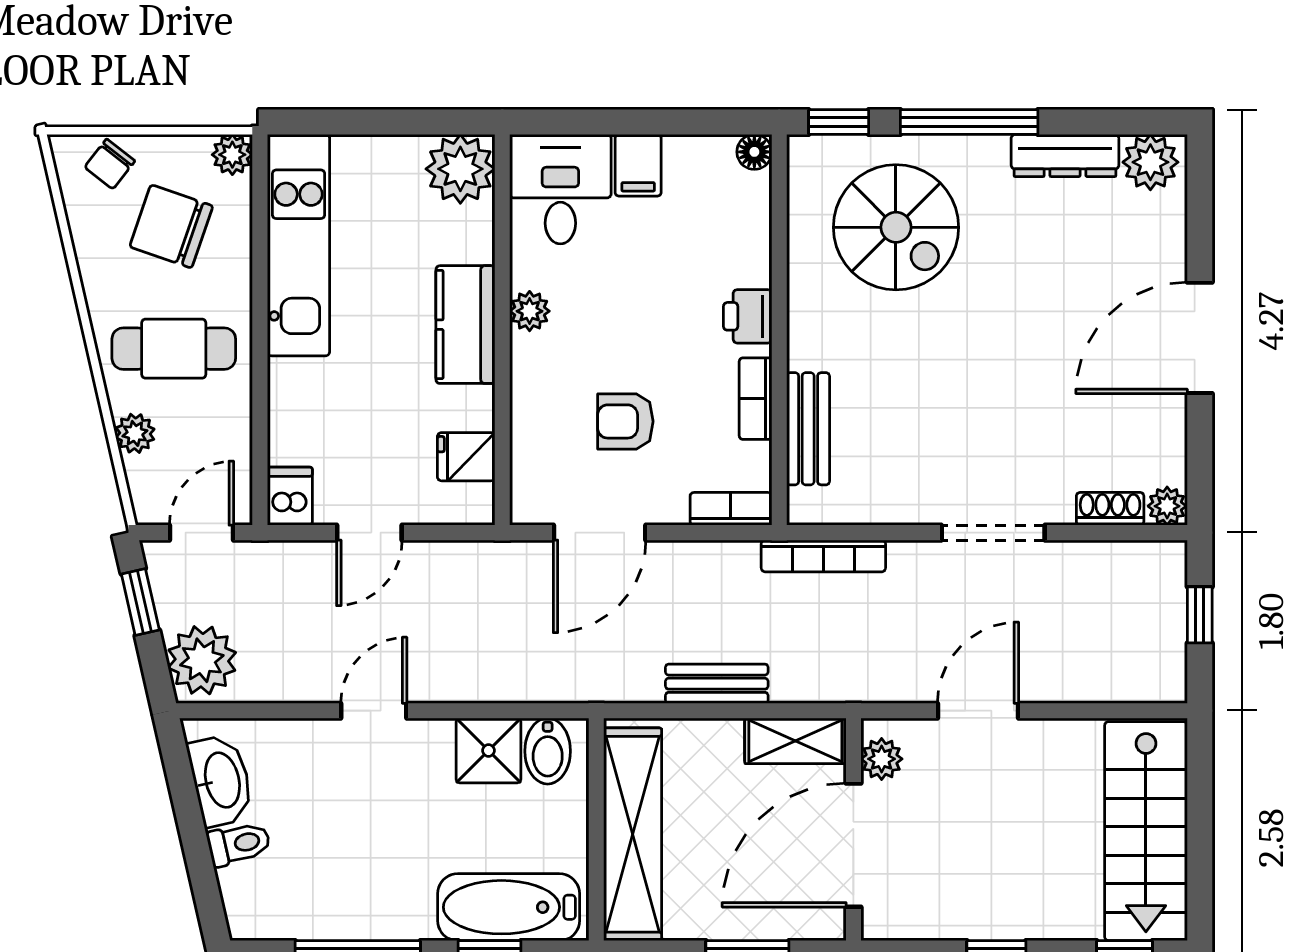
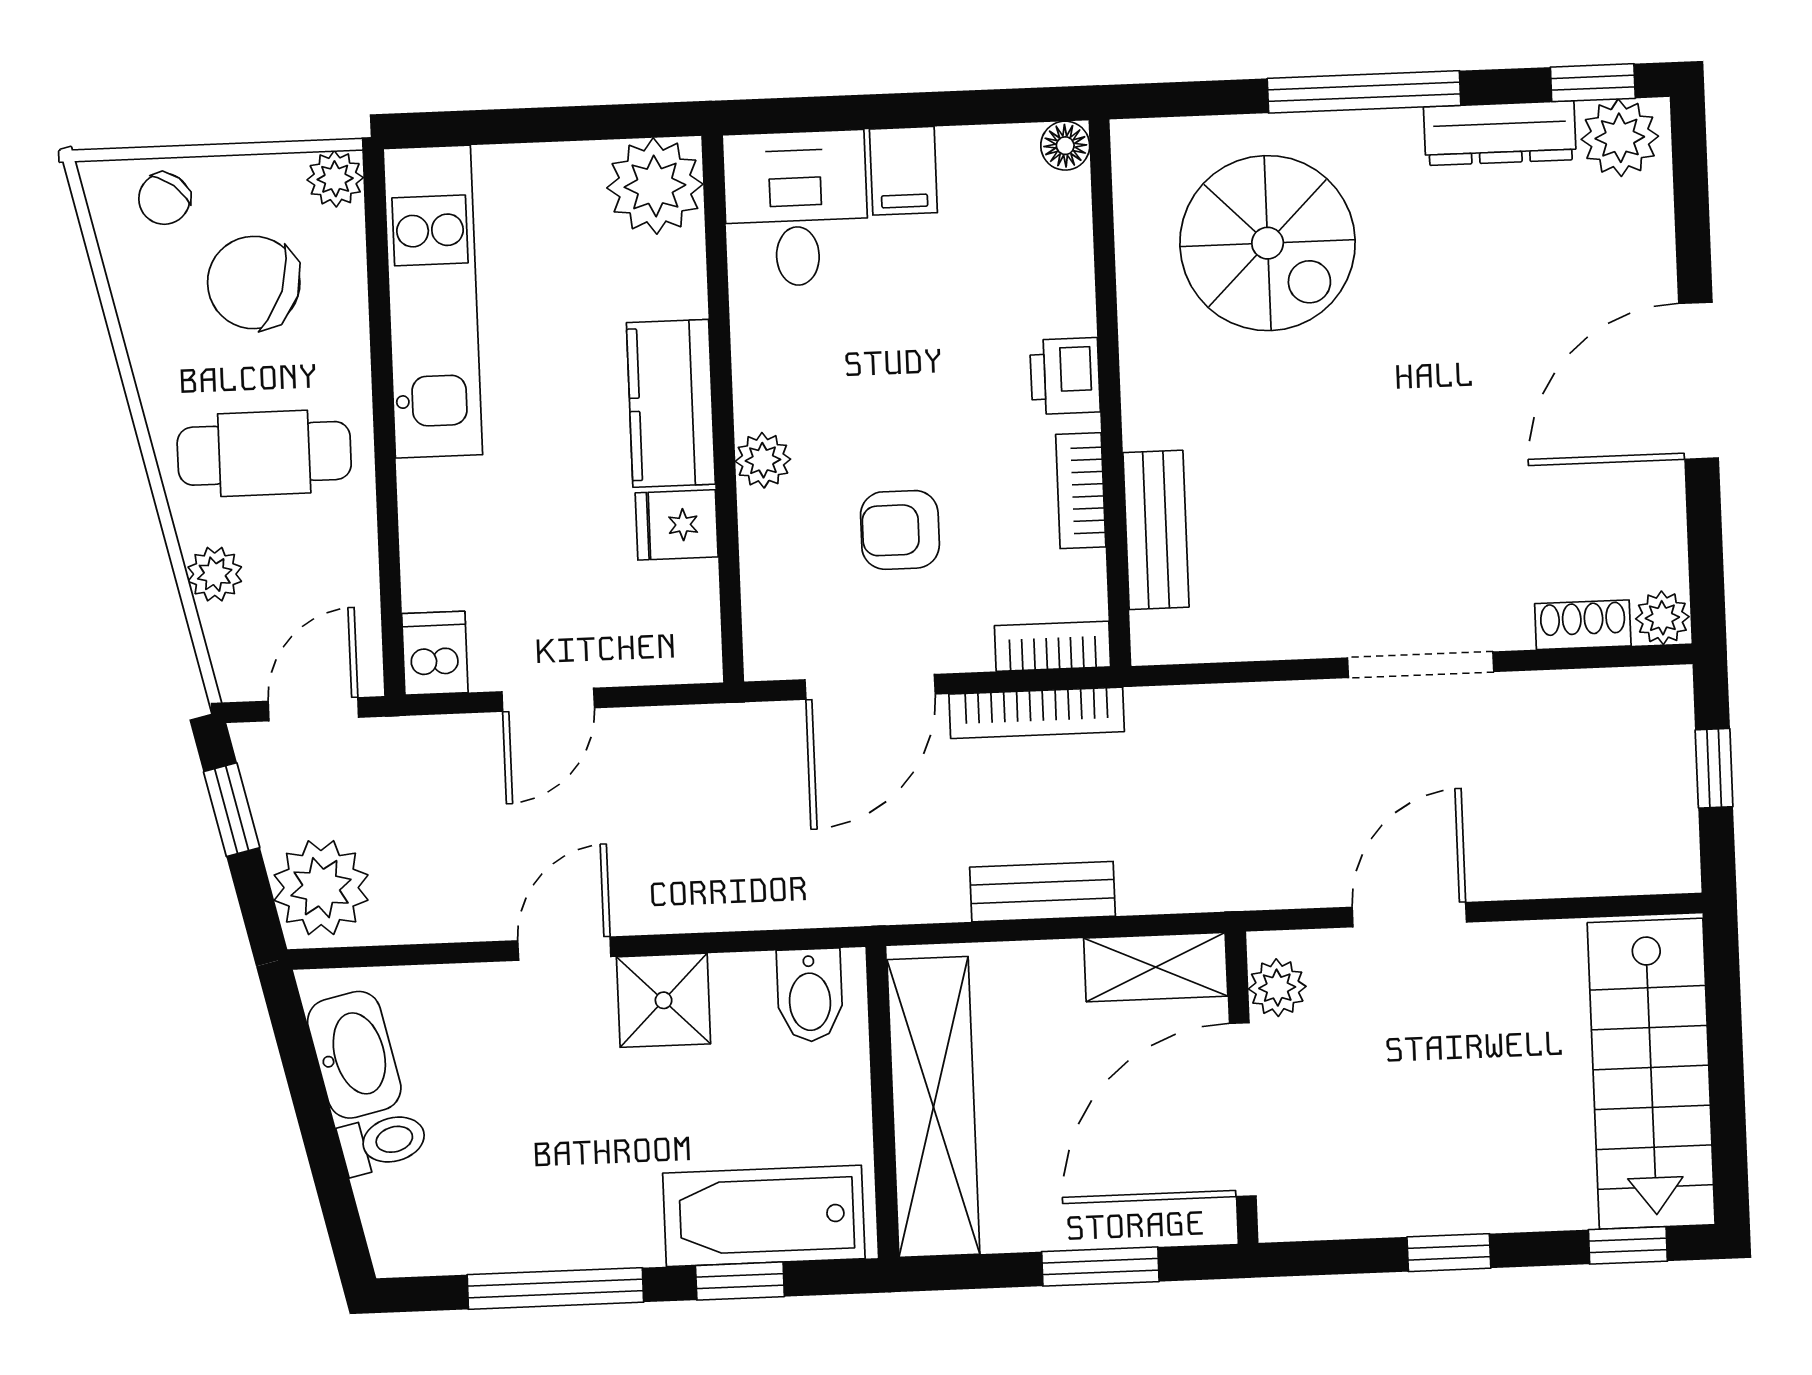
window: (839, 122) -> (1593, 83), moved
plant: (530, 311) -> (763, 460), moved
fridge: (466, 457) -> (677, 525), moved
bookcase: (823, 556) -> (1037, 713), moved
shower: (489, 750) -> (664, 1000), moved

